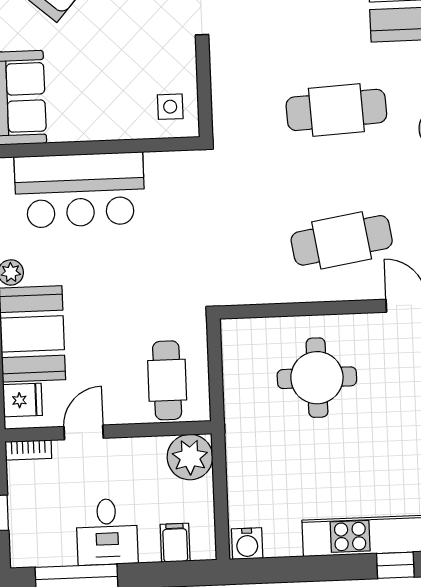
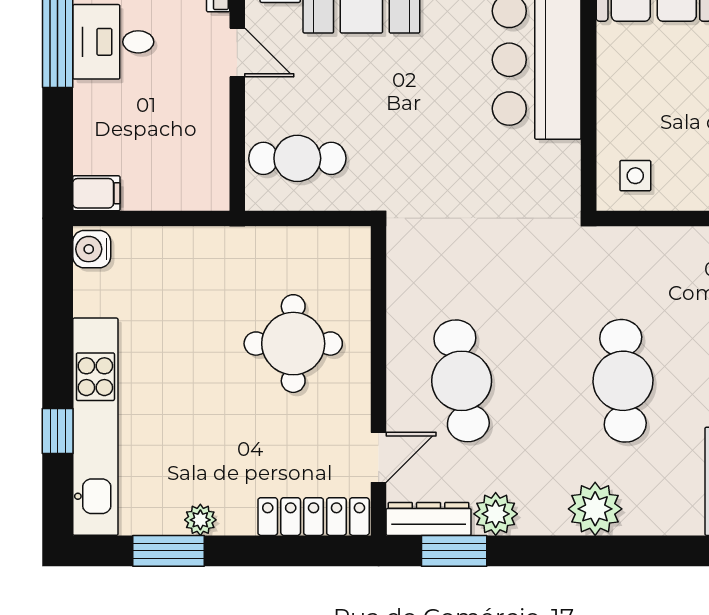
plant: (190, 457) -> (201, 183), removed
desk: (107, 532) -> (113, 42), moved
filing cabinet: (175, 543) -> (96, 193), moved

